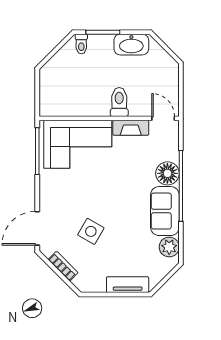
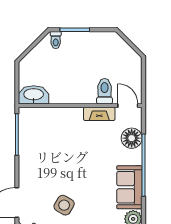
washbasin: (131, 45) -> (34, 95), moved, turned 180
toilet: (119, 102) -> (105, 91), moved
corner sofa: (78, 144) -> (53, 128), removed
floor lamp: (167, 173) -> (132, 138), moved

